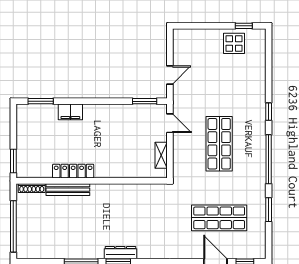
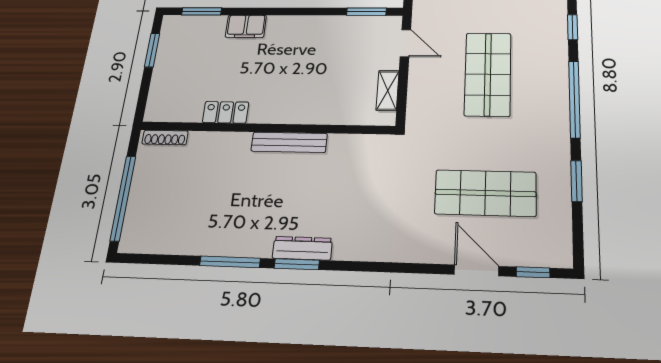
window: (13, 161) -> (152, 50), moved
locker: (73, 171) -> (226, 112), width x0.66
bench: (68, 190) -> (289, 142), moved

